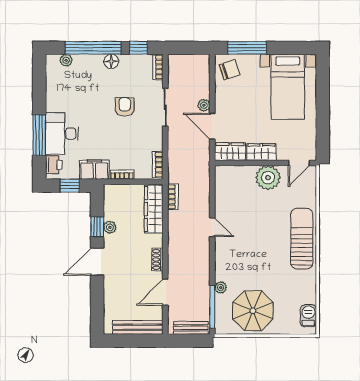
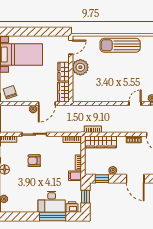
door: (299, 163) -> (71, 47), hinge flipped
filing cabinet: (94, 170) -> (75, 176), width x0.50
window: (97, 227) -> (102, 179), moved
door: (212, 227) -> (135, 104), moved

